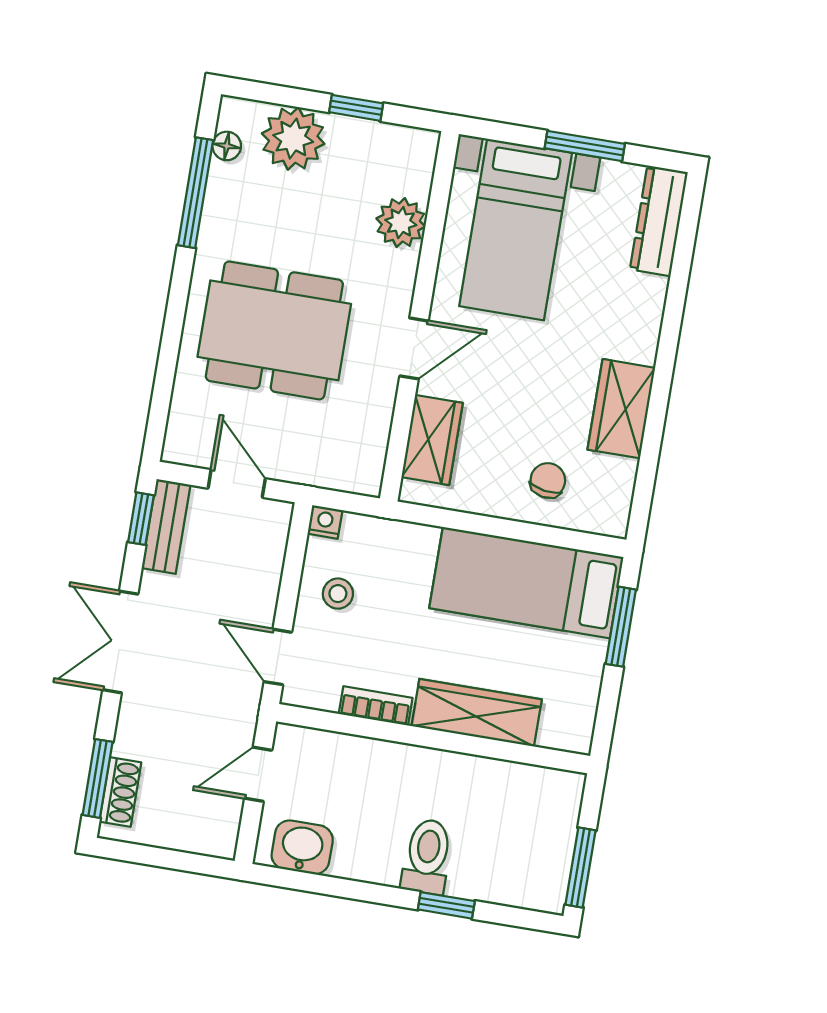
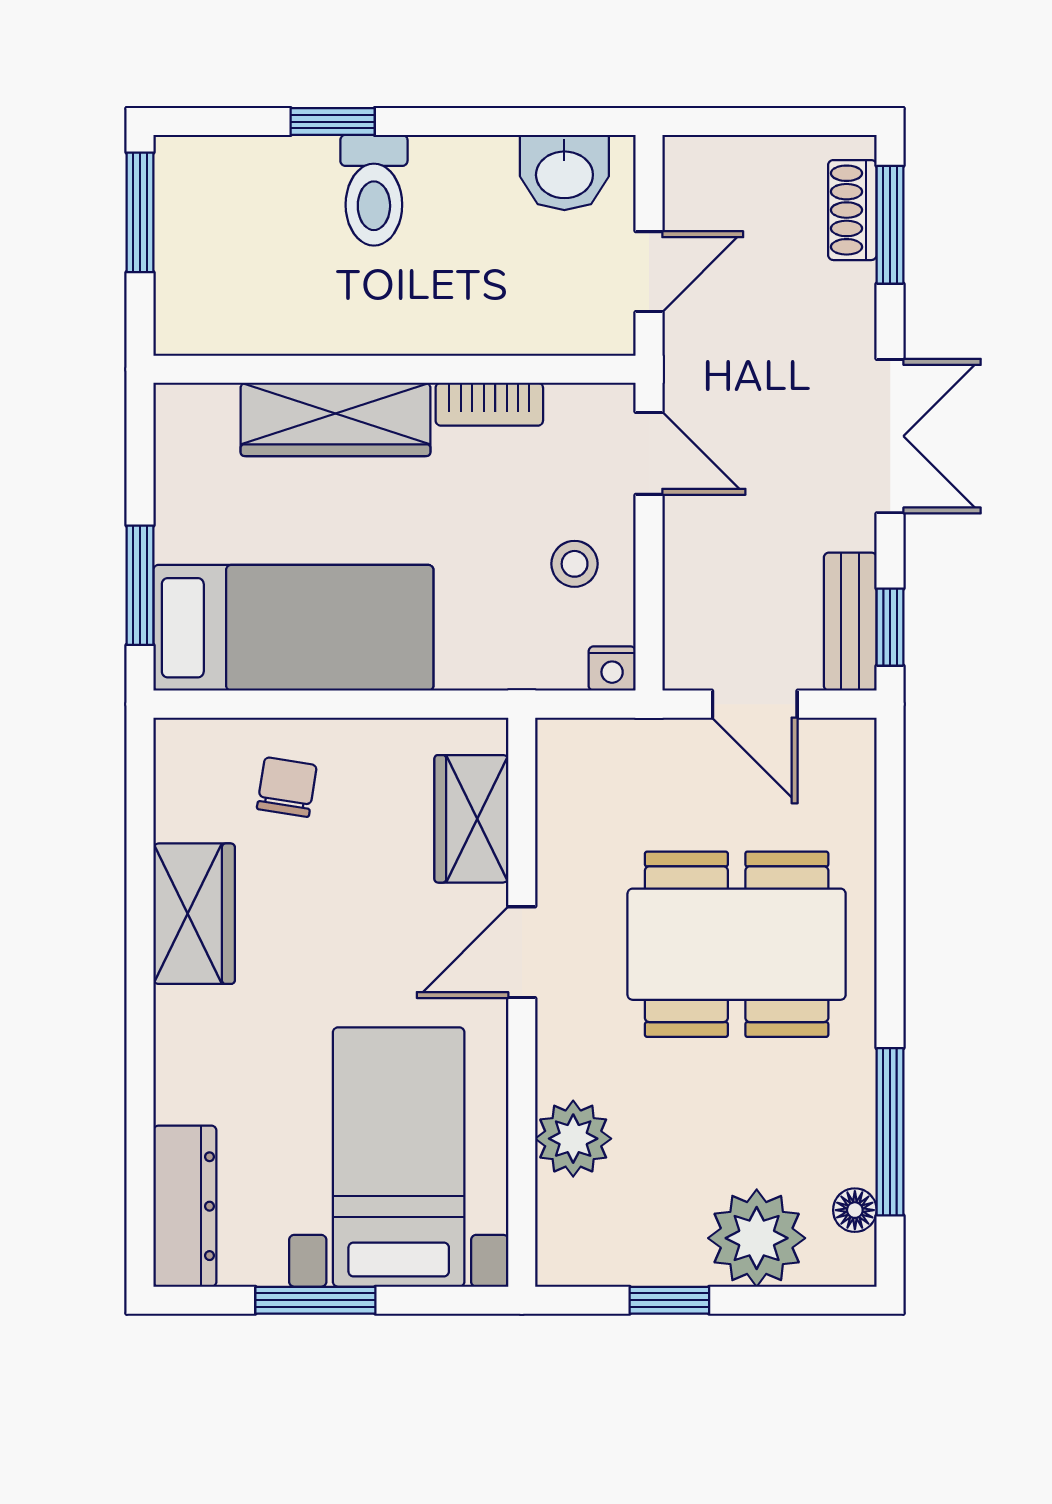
chair: (548, 480) -> (287, 787), turned 180

